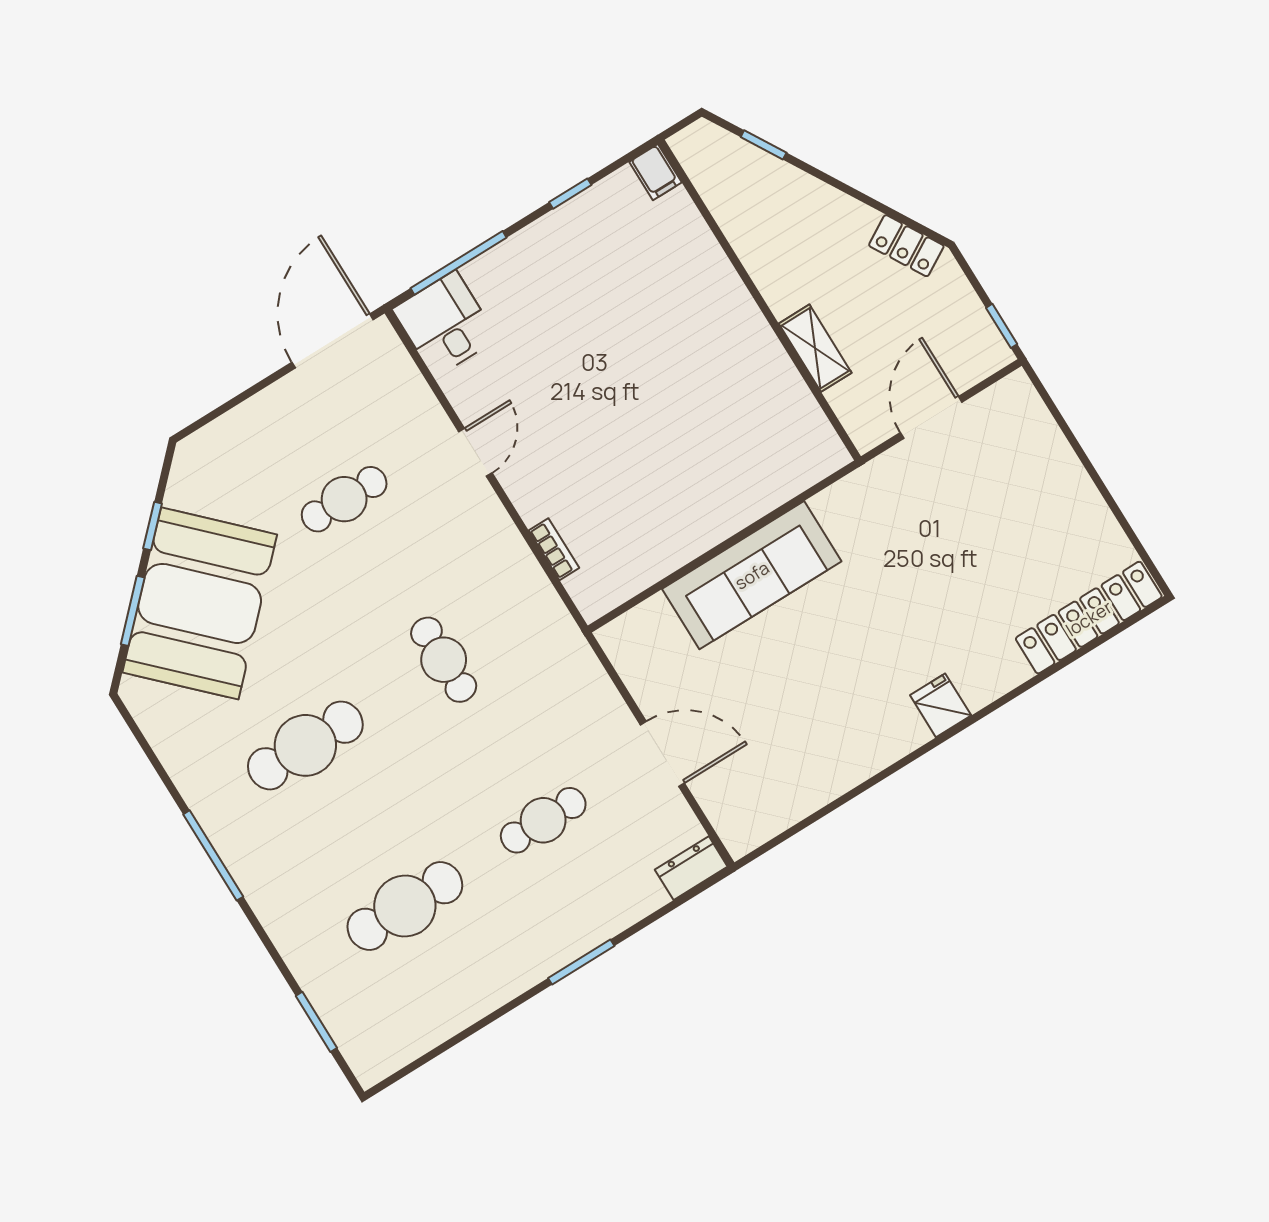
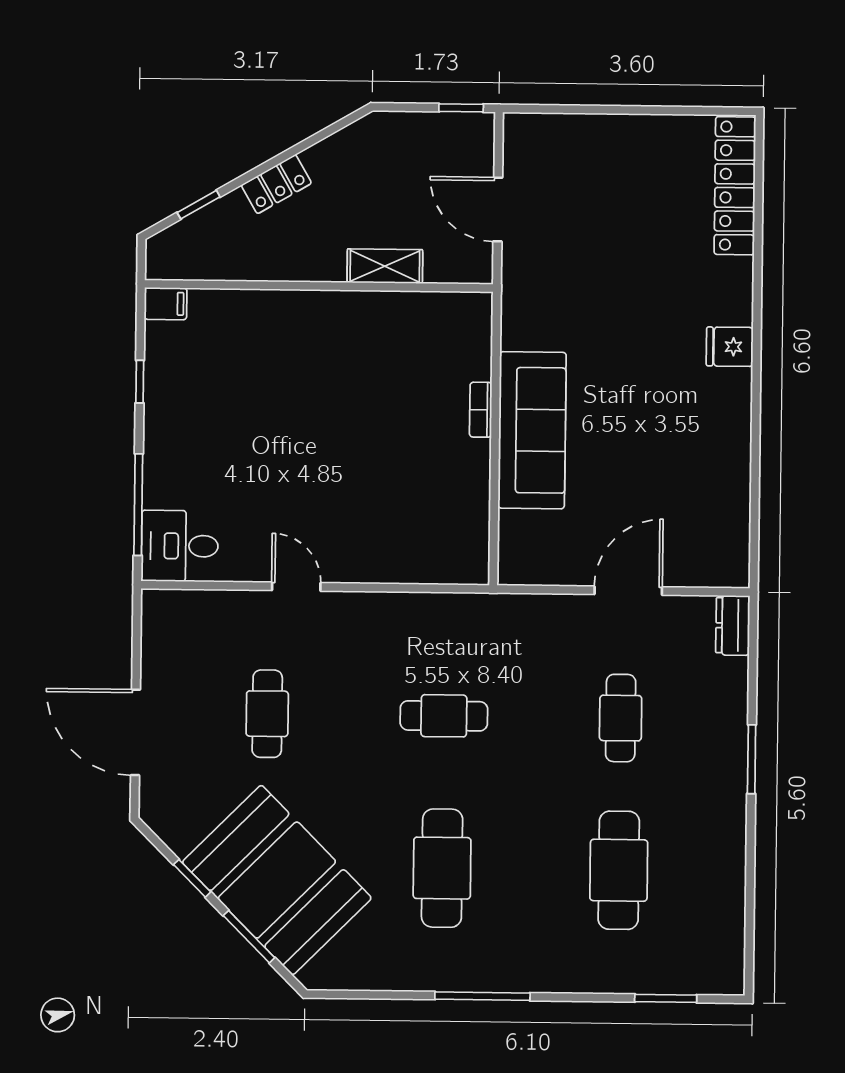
locker: (906, 246) -> (276, 184), moved
door: (333, 341) -> (135, 732), moved
bookcase: (554, 549) -> (481, 410), moved, turned -90

